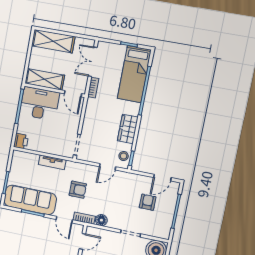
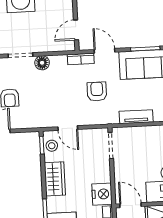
nightstand: (93, 108) -> (102, 194), added
door: (107, 167) -> (68, 128), swing flipped
armchair: (78, 190) -> (97, 92), turned 90
floor lamp: (101, 220) -> (42, 63), moved

